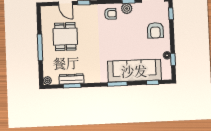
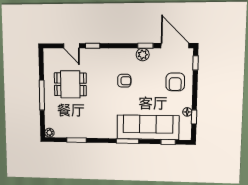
armchair: (110, 14) -> (124, 81), moved
dining table: (65, 37) -> (70, 84), turned 90
dresser: (71, 79) -> (76, 132), removed

